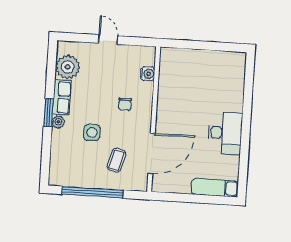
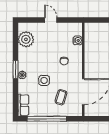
row of seats: (62, 97) -> (23, 105), moved

